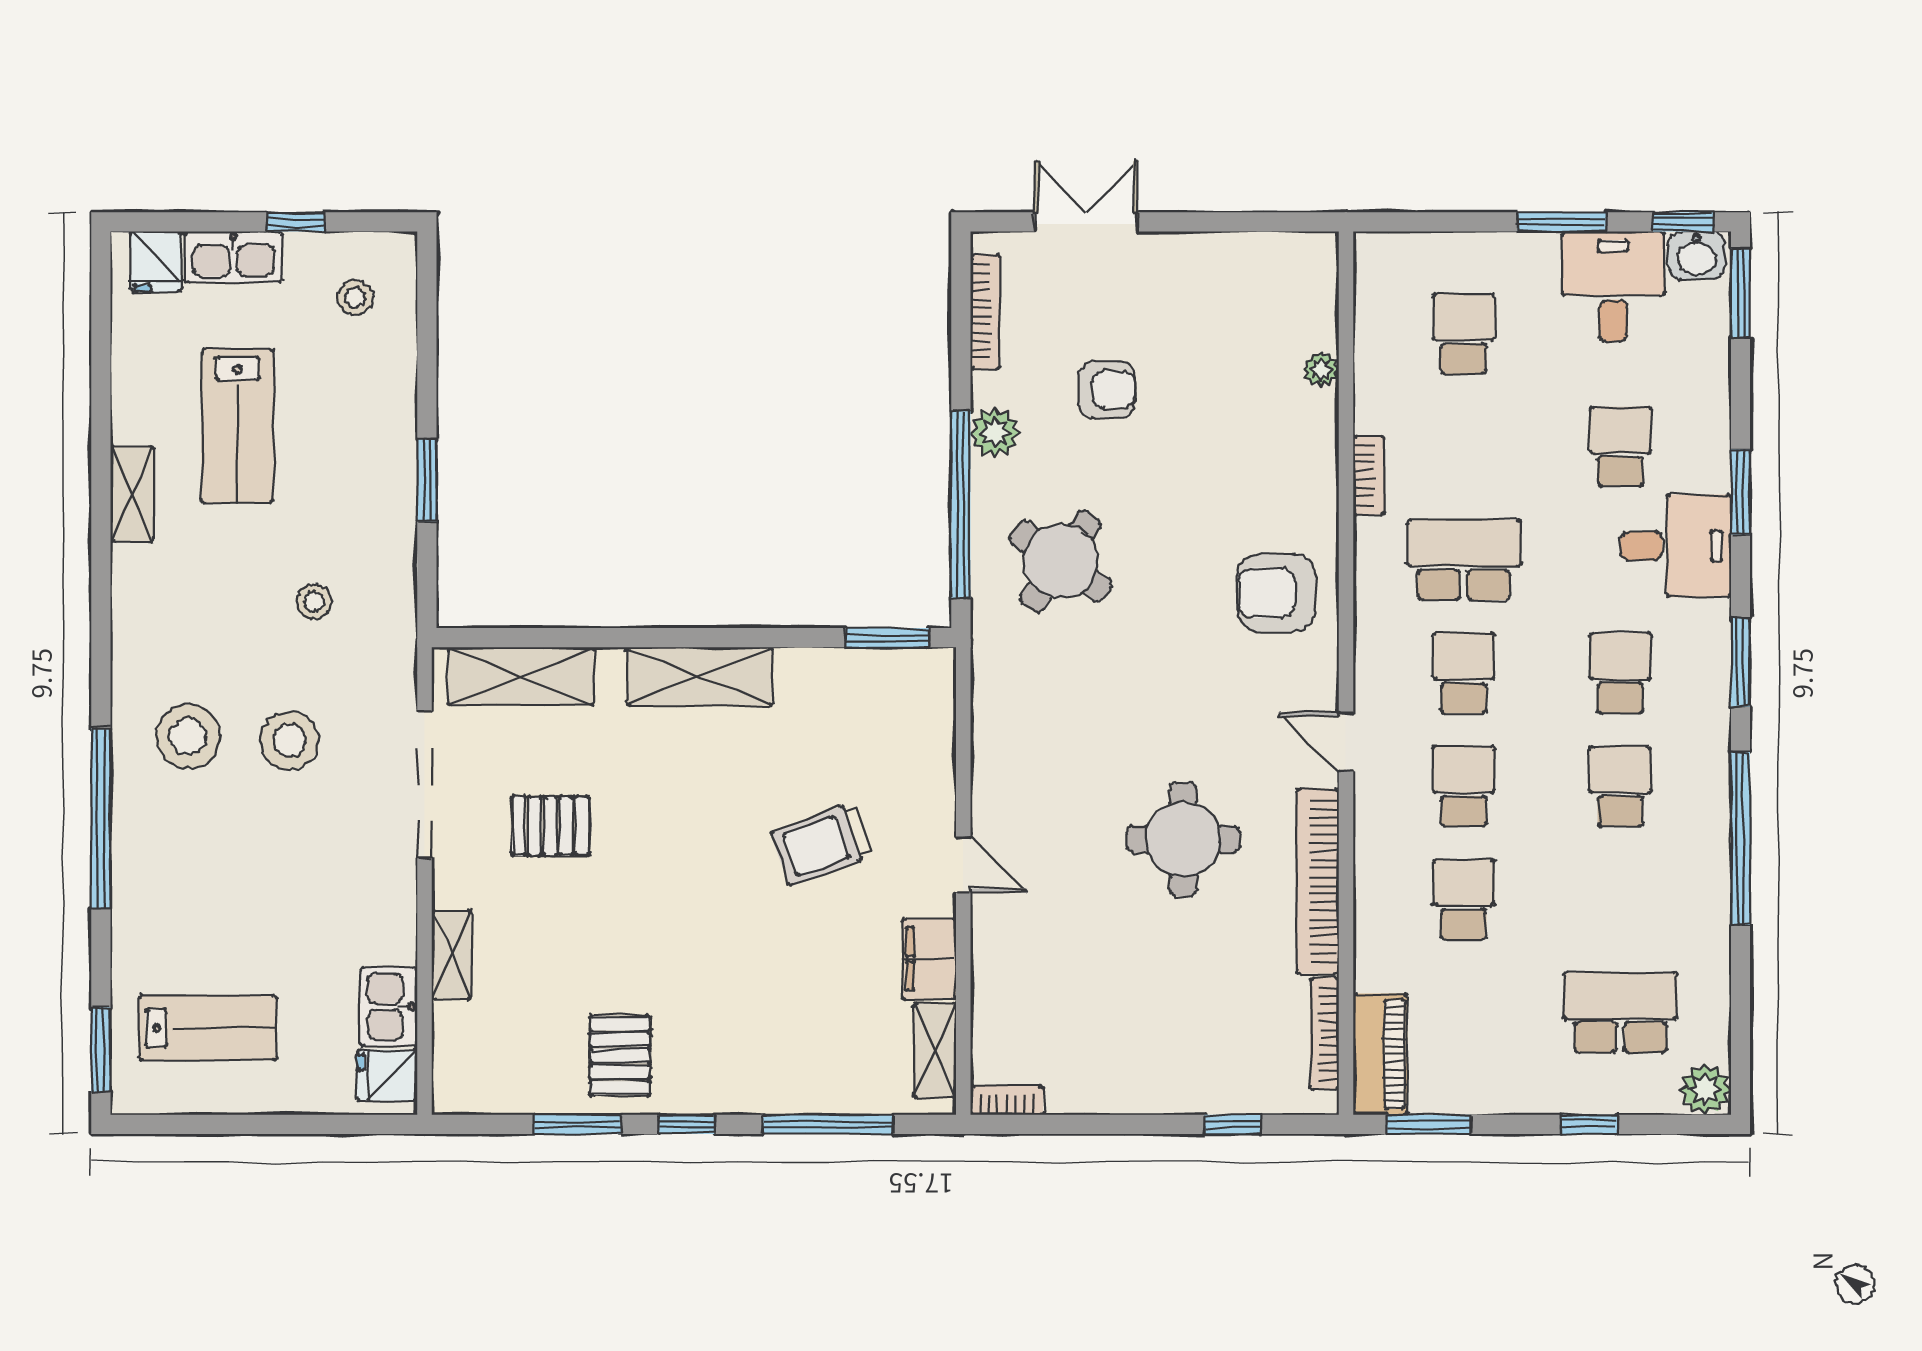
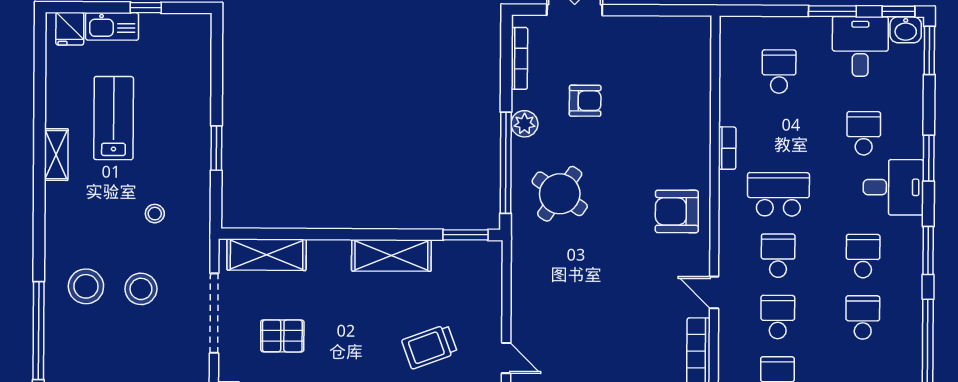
stool: (355, 298) -> (178, 49), removed
plant: (1321, 369) -> (702, 90), removed
lab bench: (237, 426) -> (114, 118), turned 180
shelving: (700, 676) -> (391, 255), moved
round table: (1183, 839) -> (626, 345), removed

